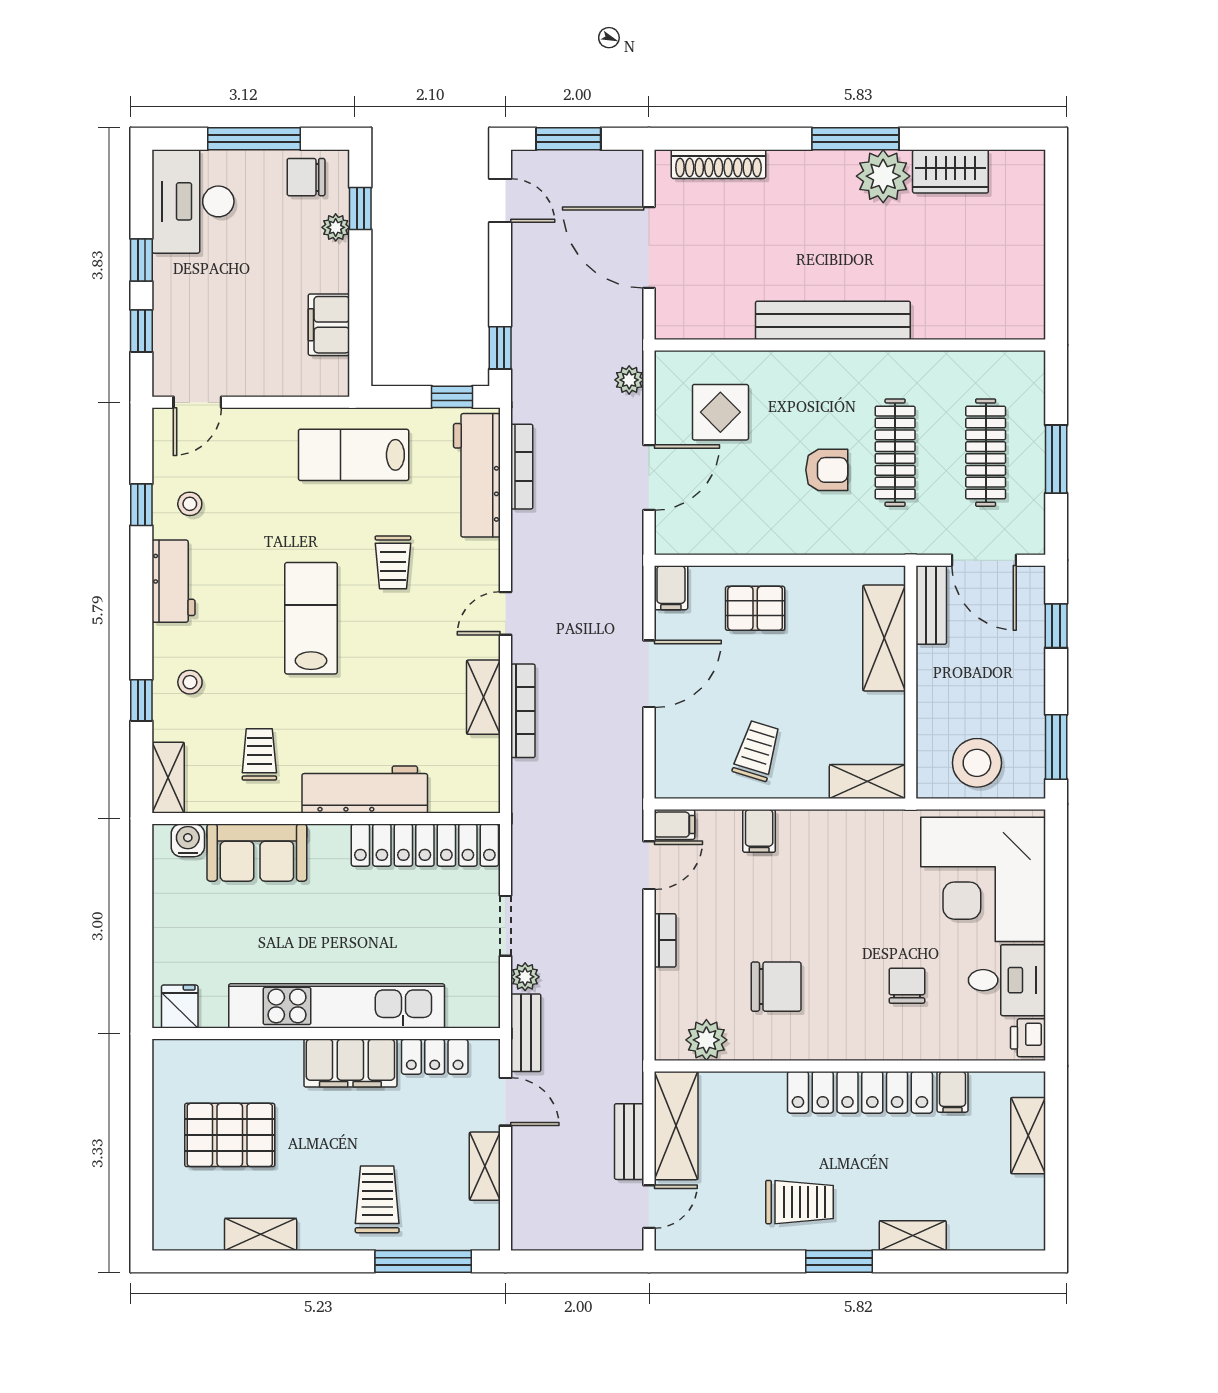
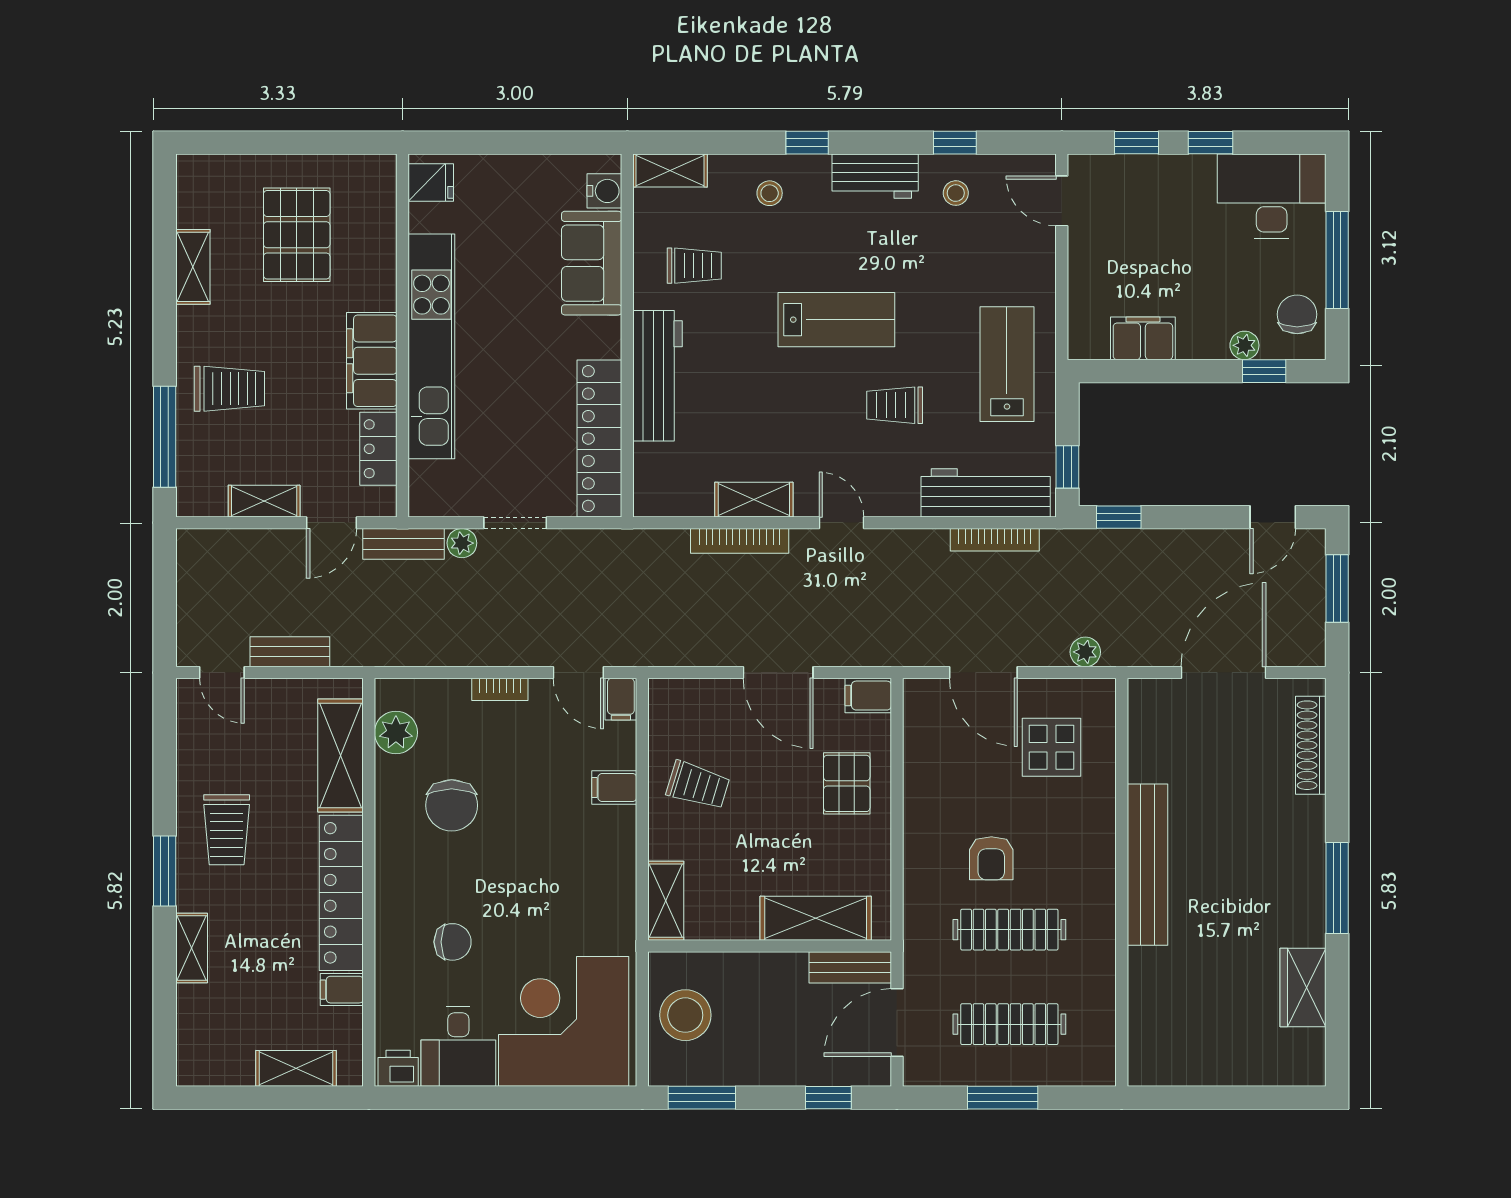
plant: (883, 176) -> (1298, 917), removed
window: (141, 700) -> (807, 143), moved
shelving: (676, 1126) -> (341, 756), moved, turned 90

